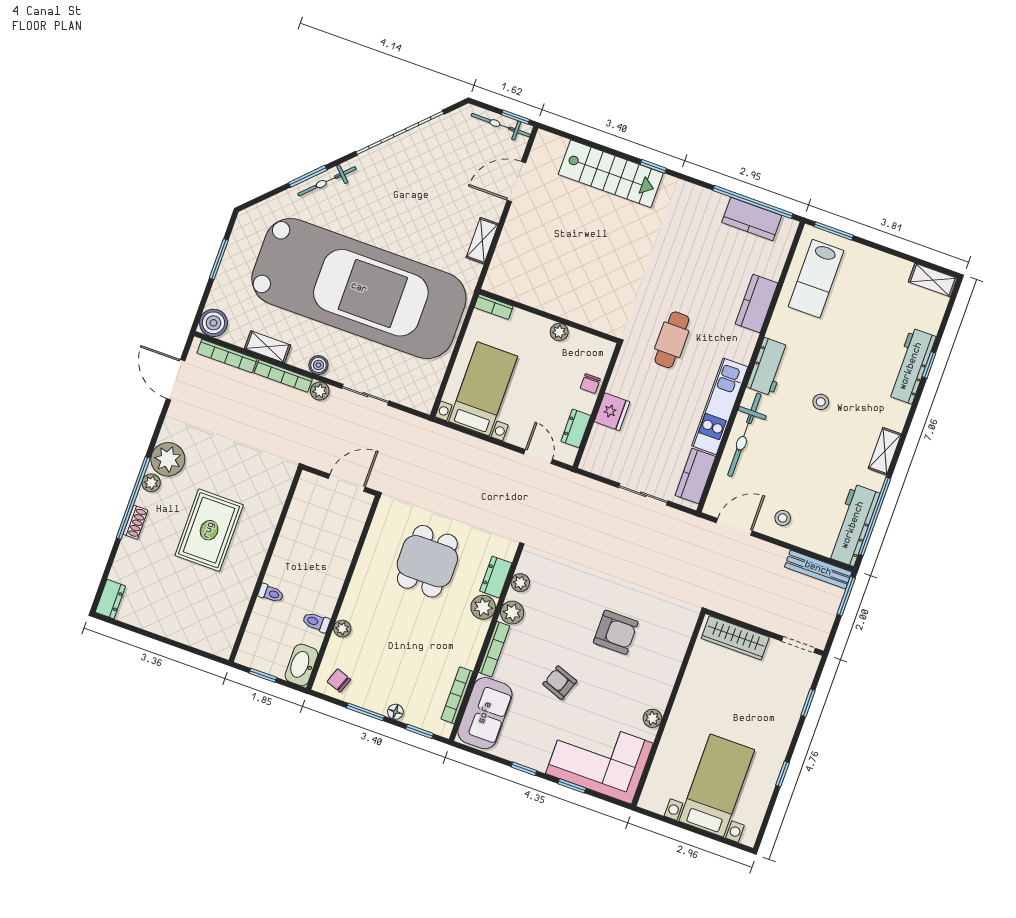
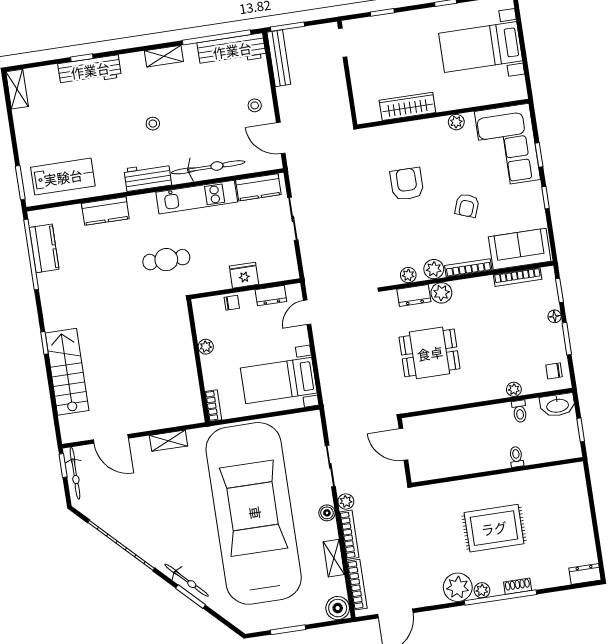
wardrobe: (735, 638) -> (407, 106), moved, turned -90
chair: (339, 681) -> (554, 371), turned 70

